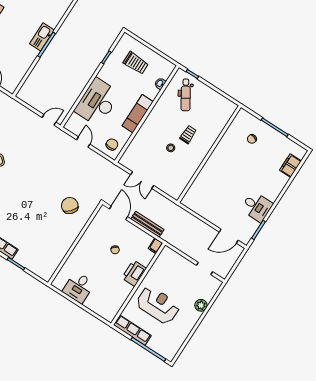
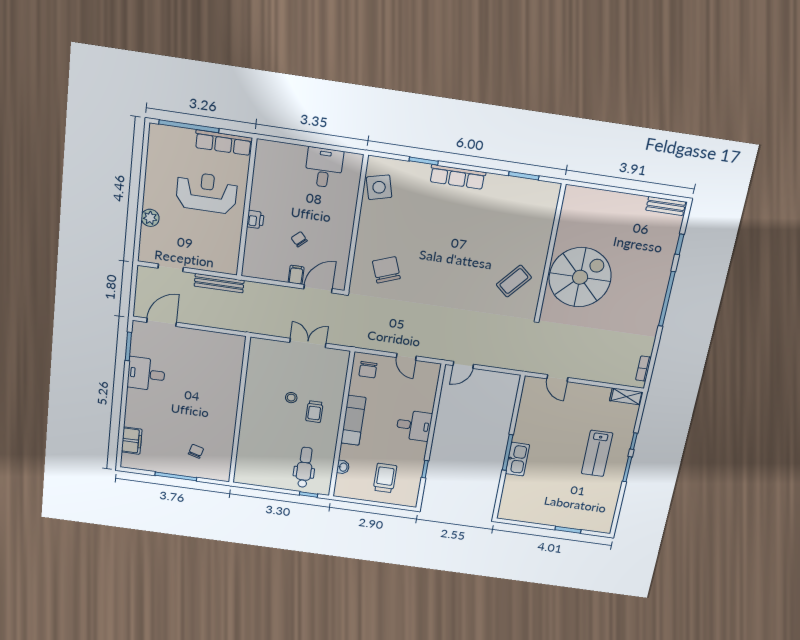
trolley: (136, 63) -> (385, 478), turned 90
dental chair: (186, 95) -> (304, 467), turned 32
desk: (97, 102) -> (414, 425), width x0.53, depth x0.77
trolley: (188, 135) -> (314, 412), moved
chair: (70, 206) -> (386, 270), turned -151
door: (118, 213) -> (318, 289), swing flipped
bench: (147, 224) -> (219, 283), moved
filing cabinet: (156, 246) -> (296, 275), moved
side table: (50, 260) -> (379, 187), added
printer: (134, 273) -> (255, 220), width x0.53, depth x0.68
reception desk: (158, 305) -> (207, 192), turned 180

